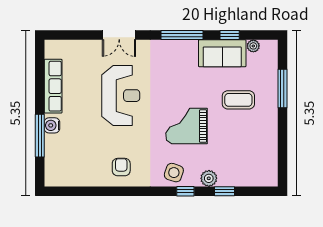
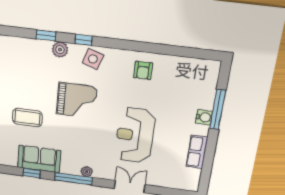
plant: (253, 46) -> (87, 172), moved
row of seats: (53, 86) -> (197, 152), width x0.68

